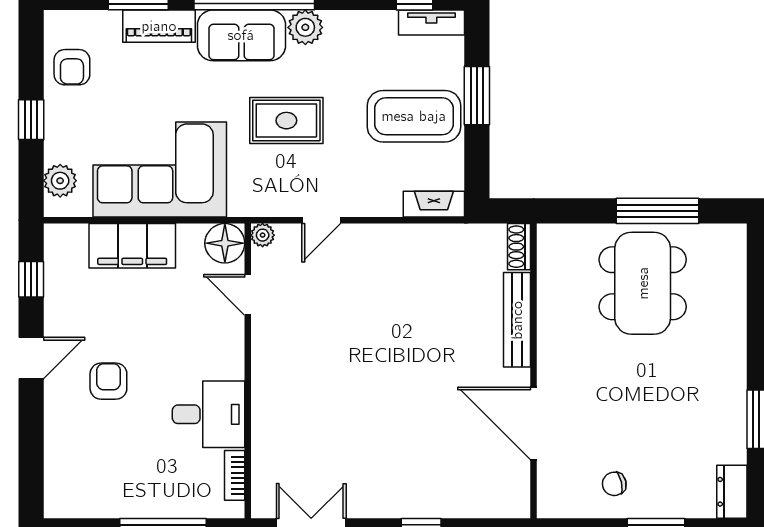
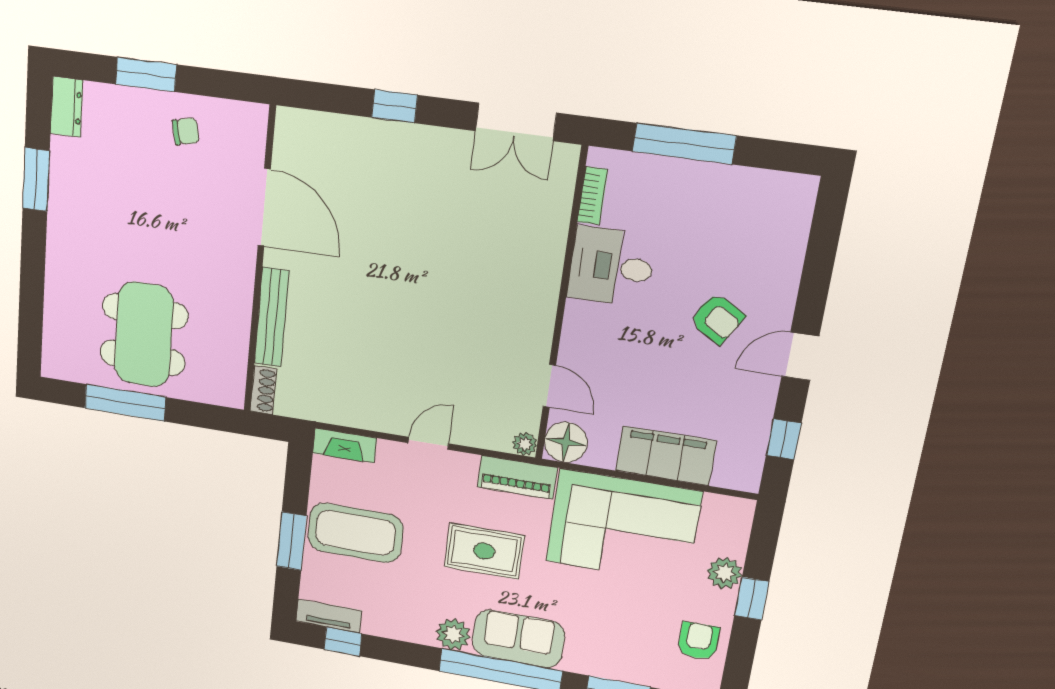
piano: (159, 26) -> (517, 477), moved, turned 180
plant: (60, 181) -> (725, 573), moved
door: (321, 220) -> (428, 443), moved
armchair: (108, 381) -> (717, 319), turned -59

